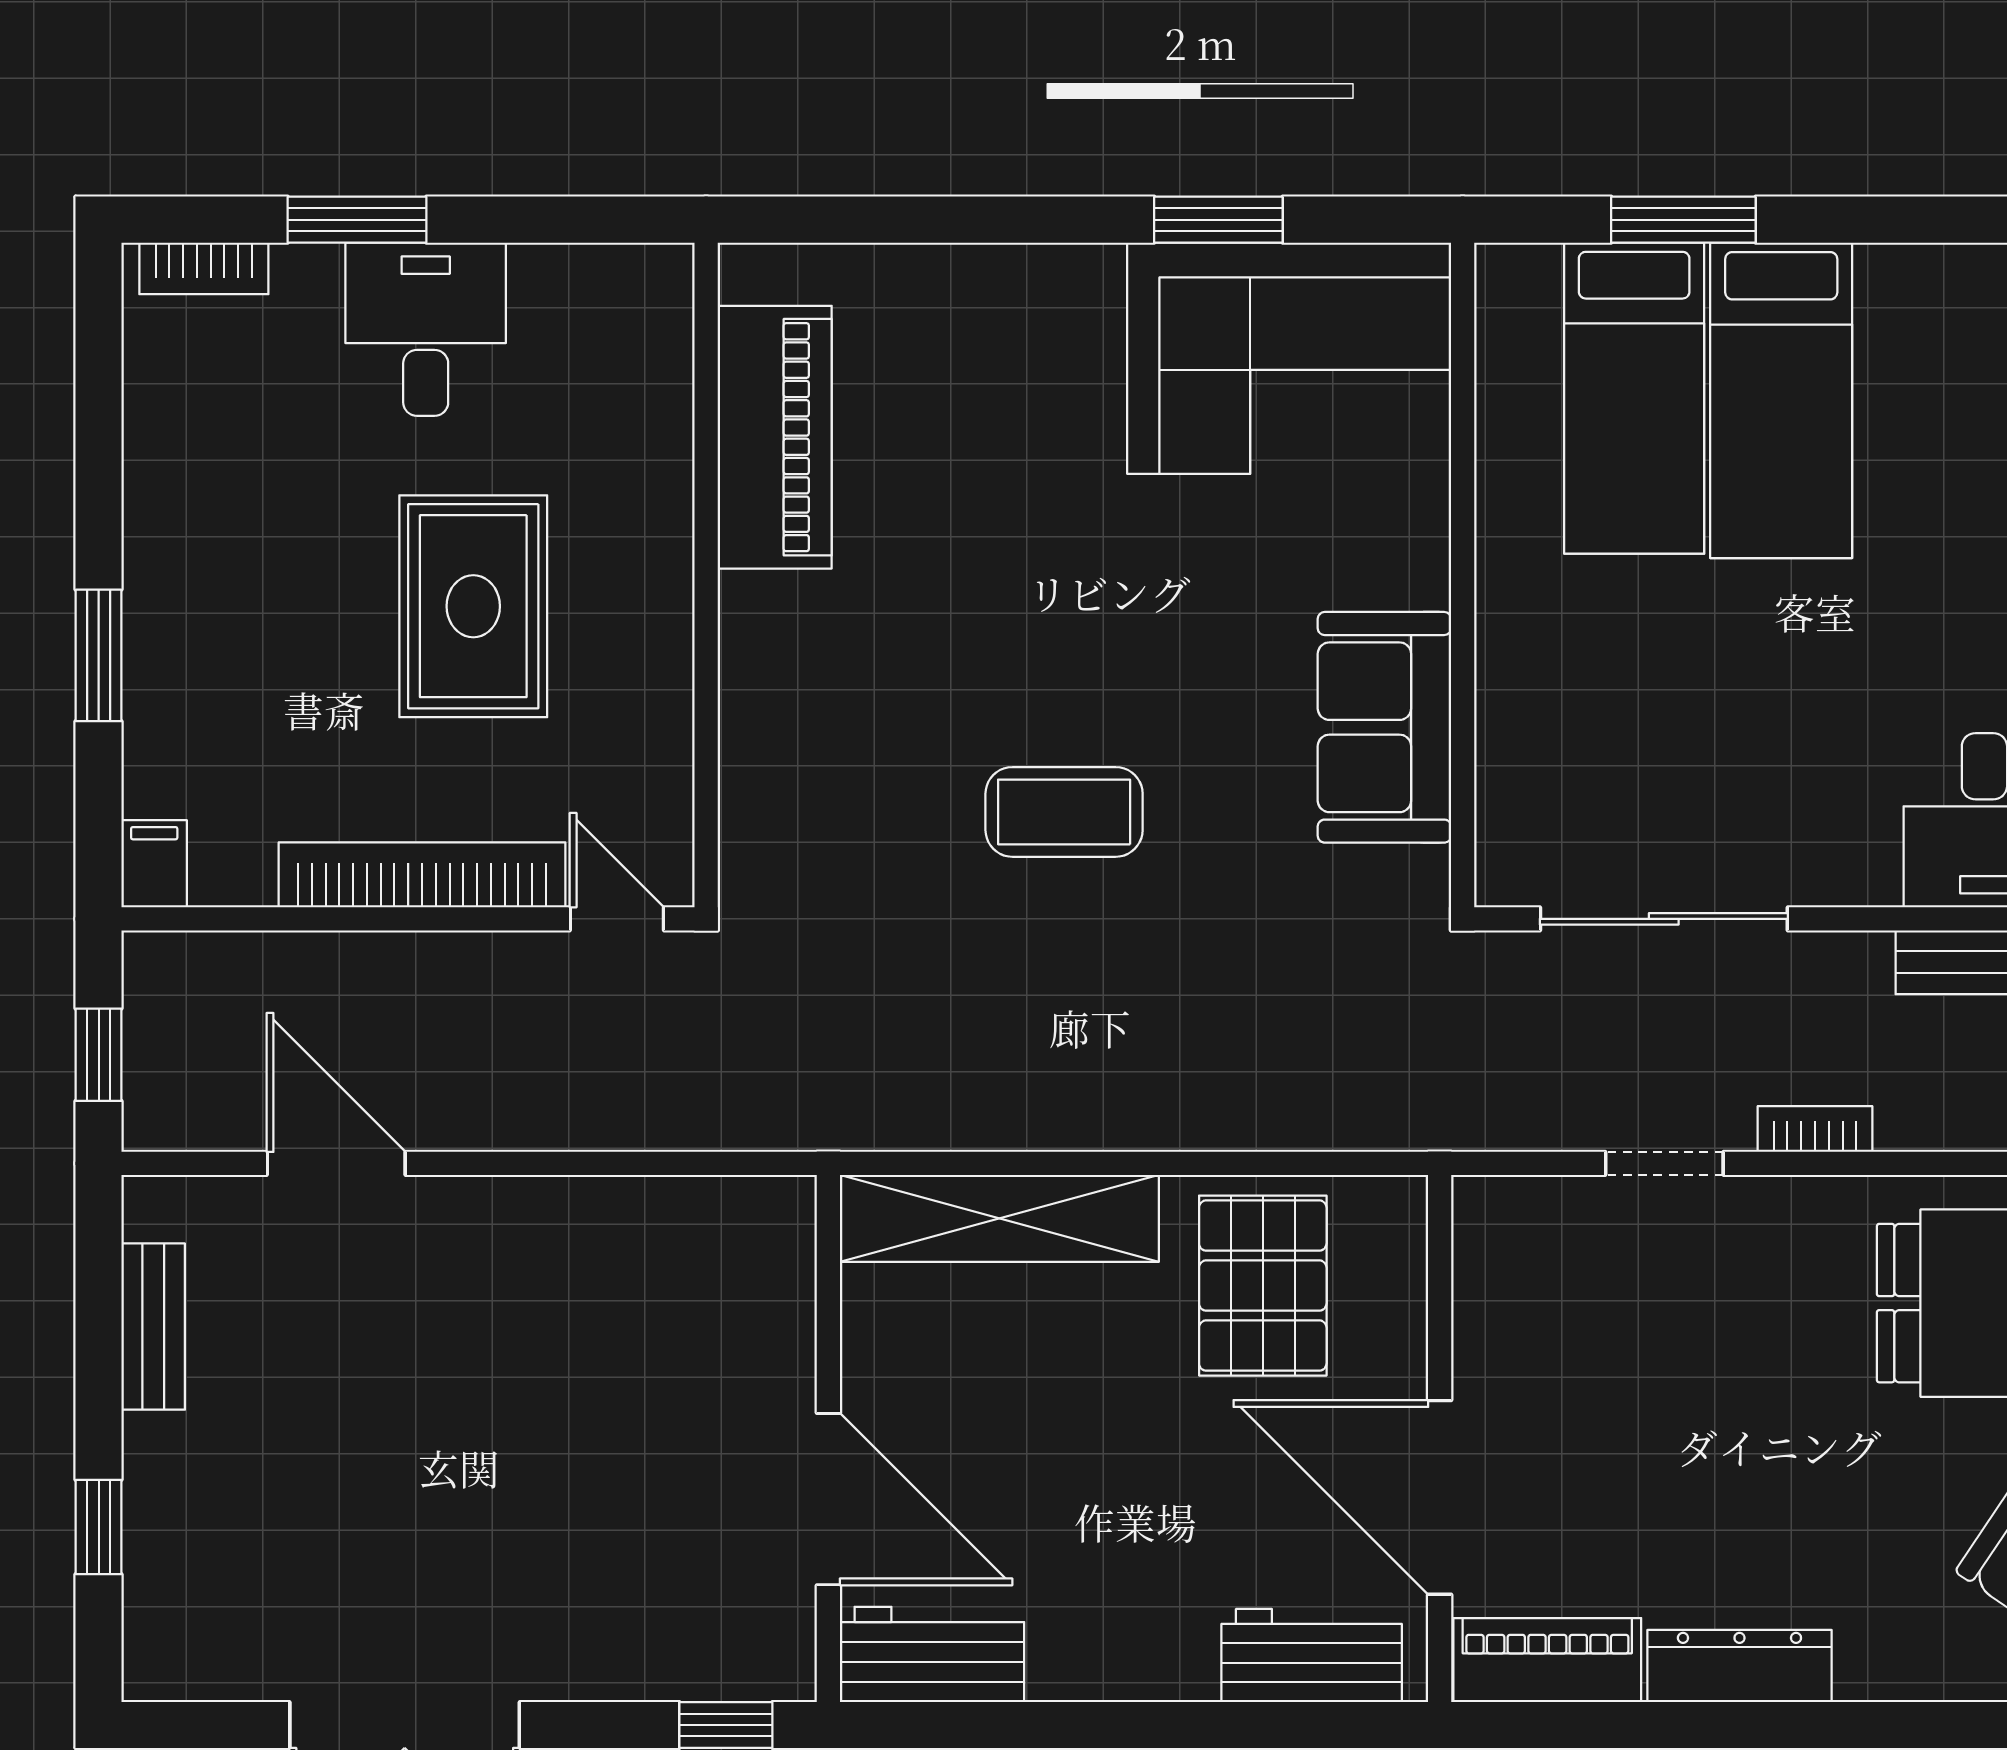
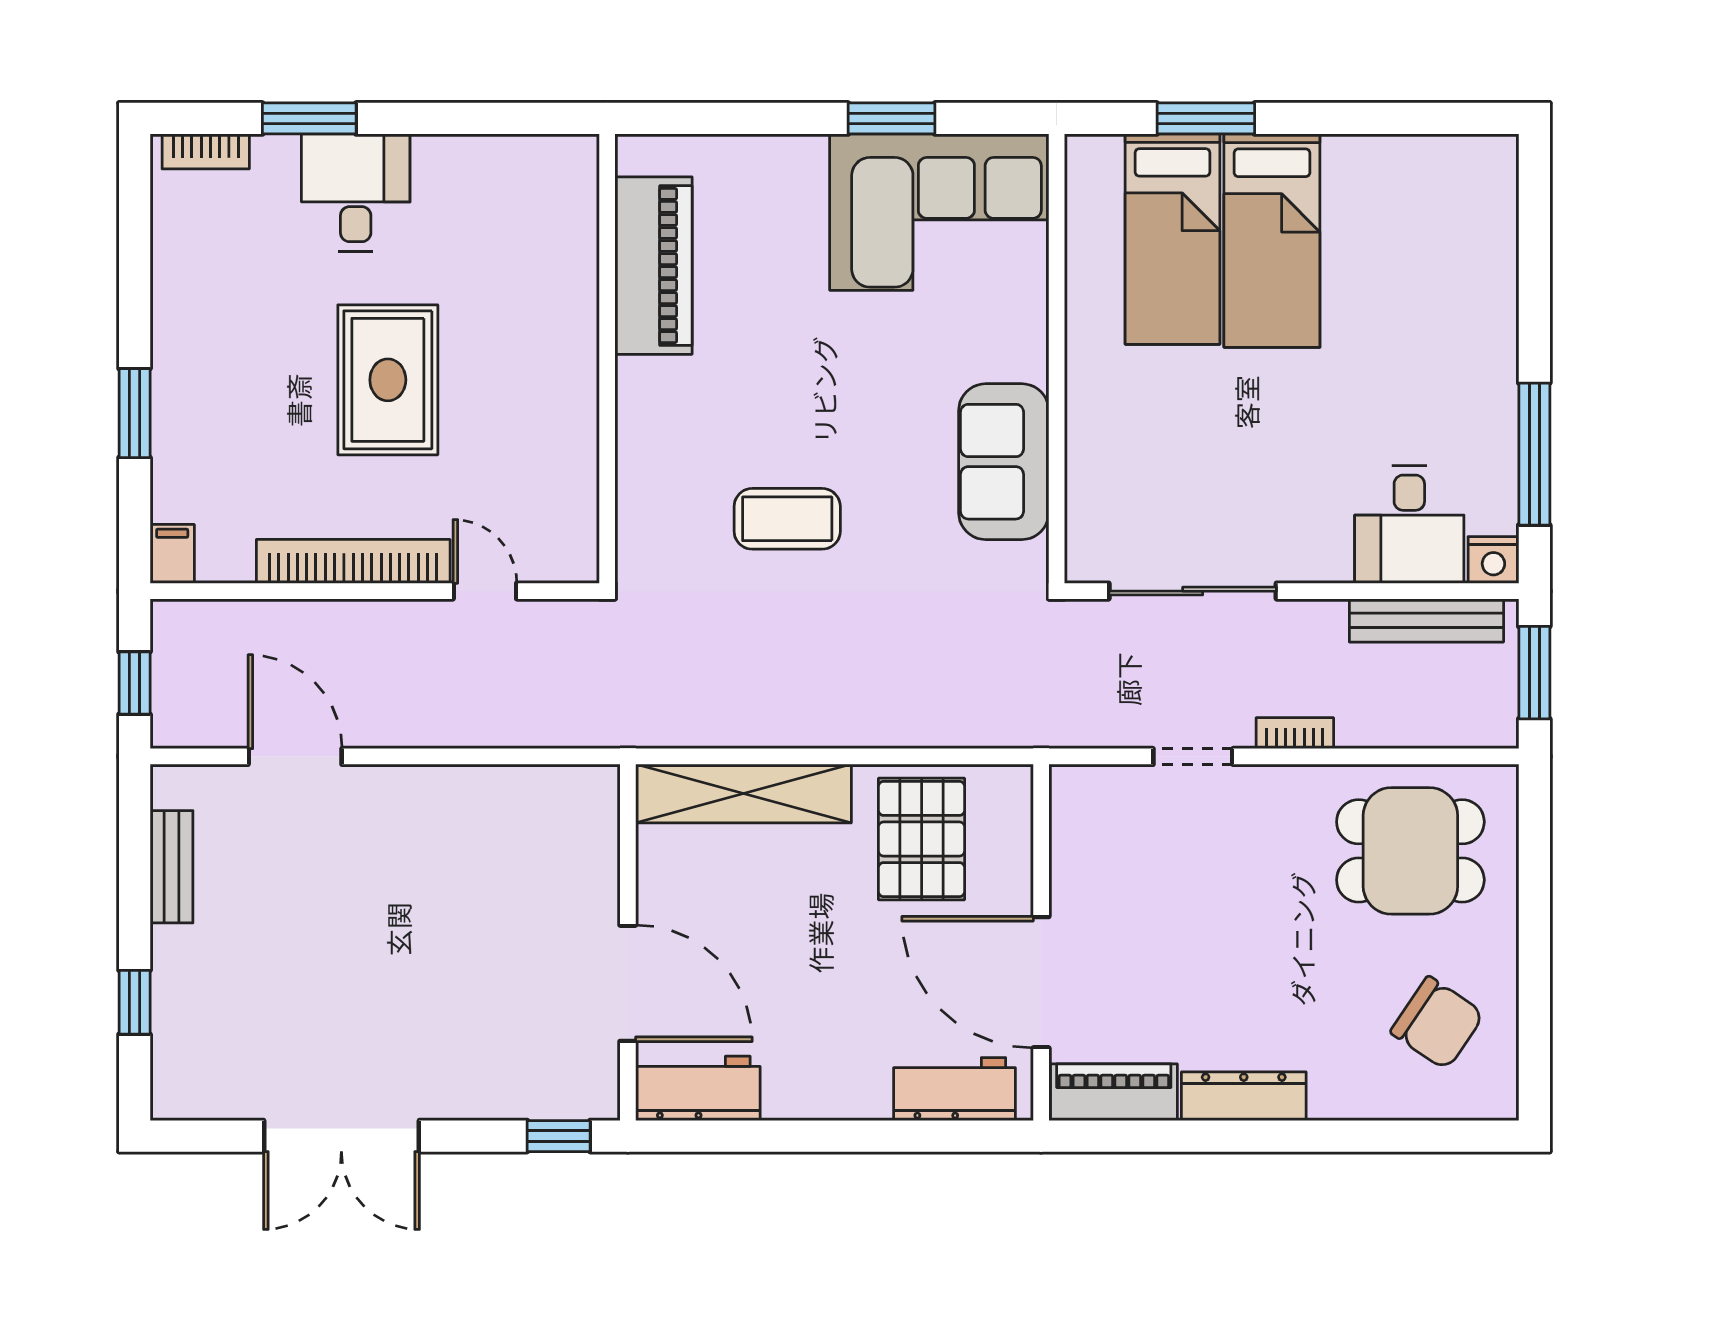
piano: (775, 437) -> (653, 266), moved
wall: (706, 575) -> (607, 359), moved

